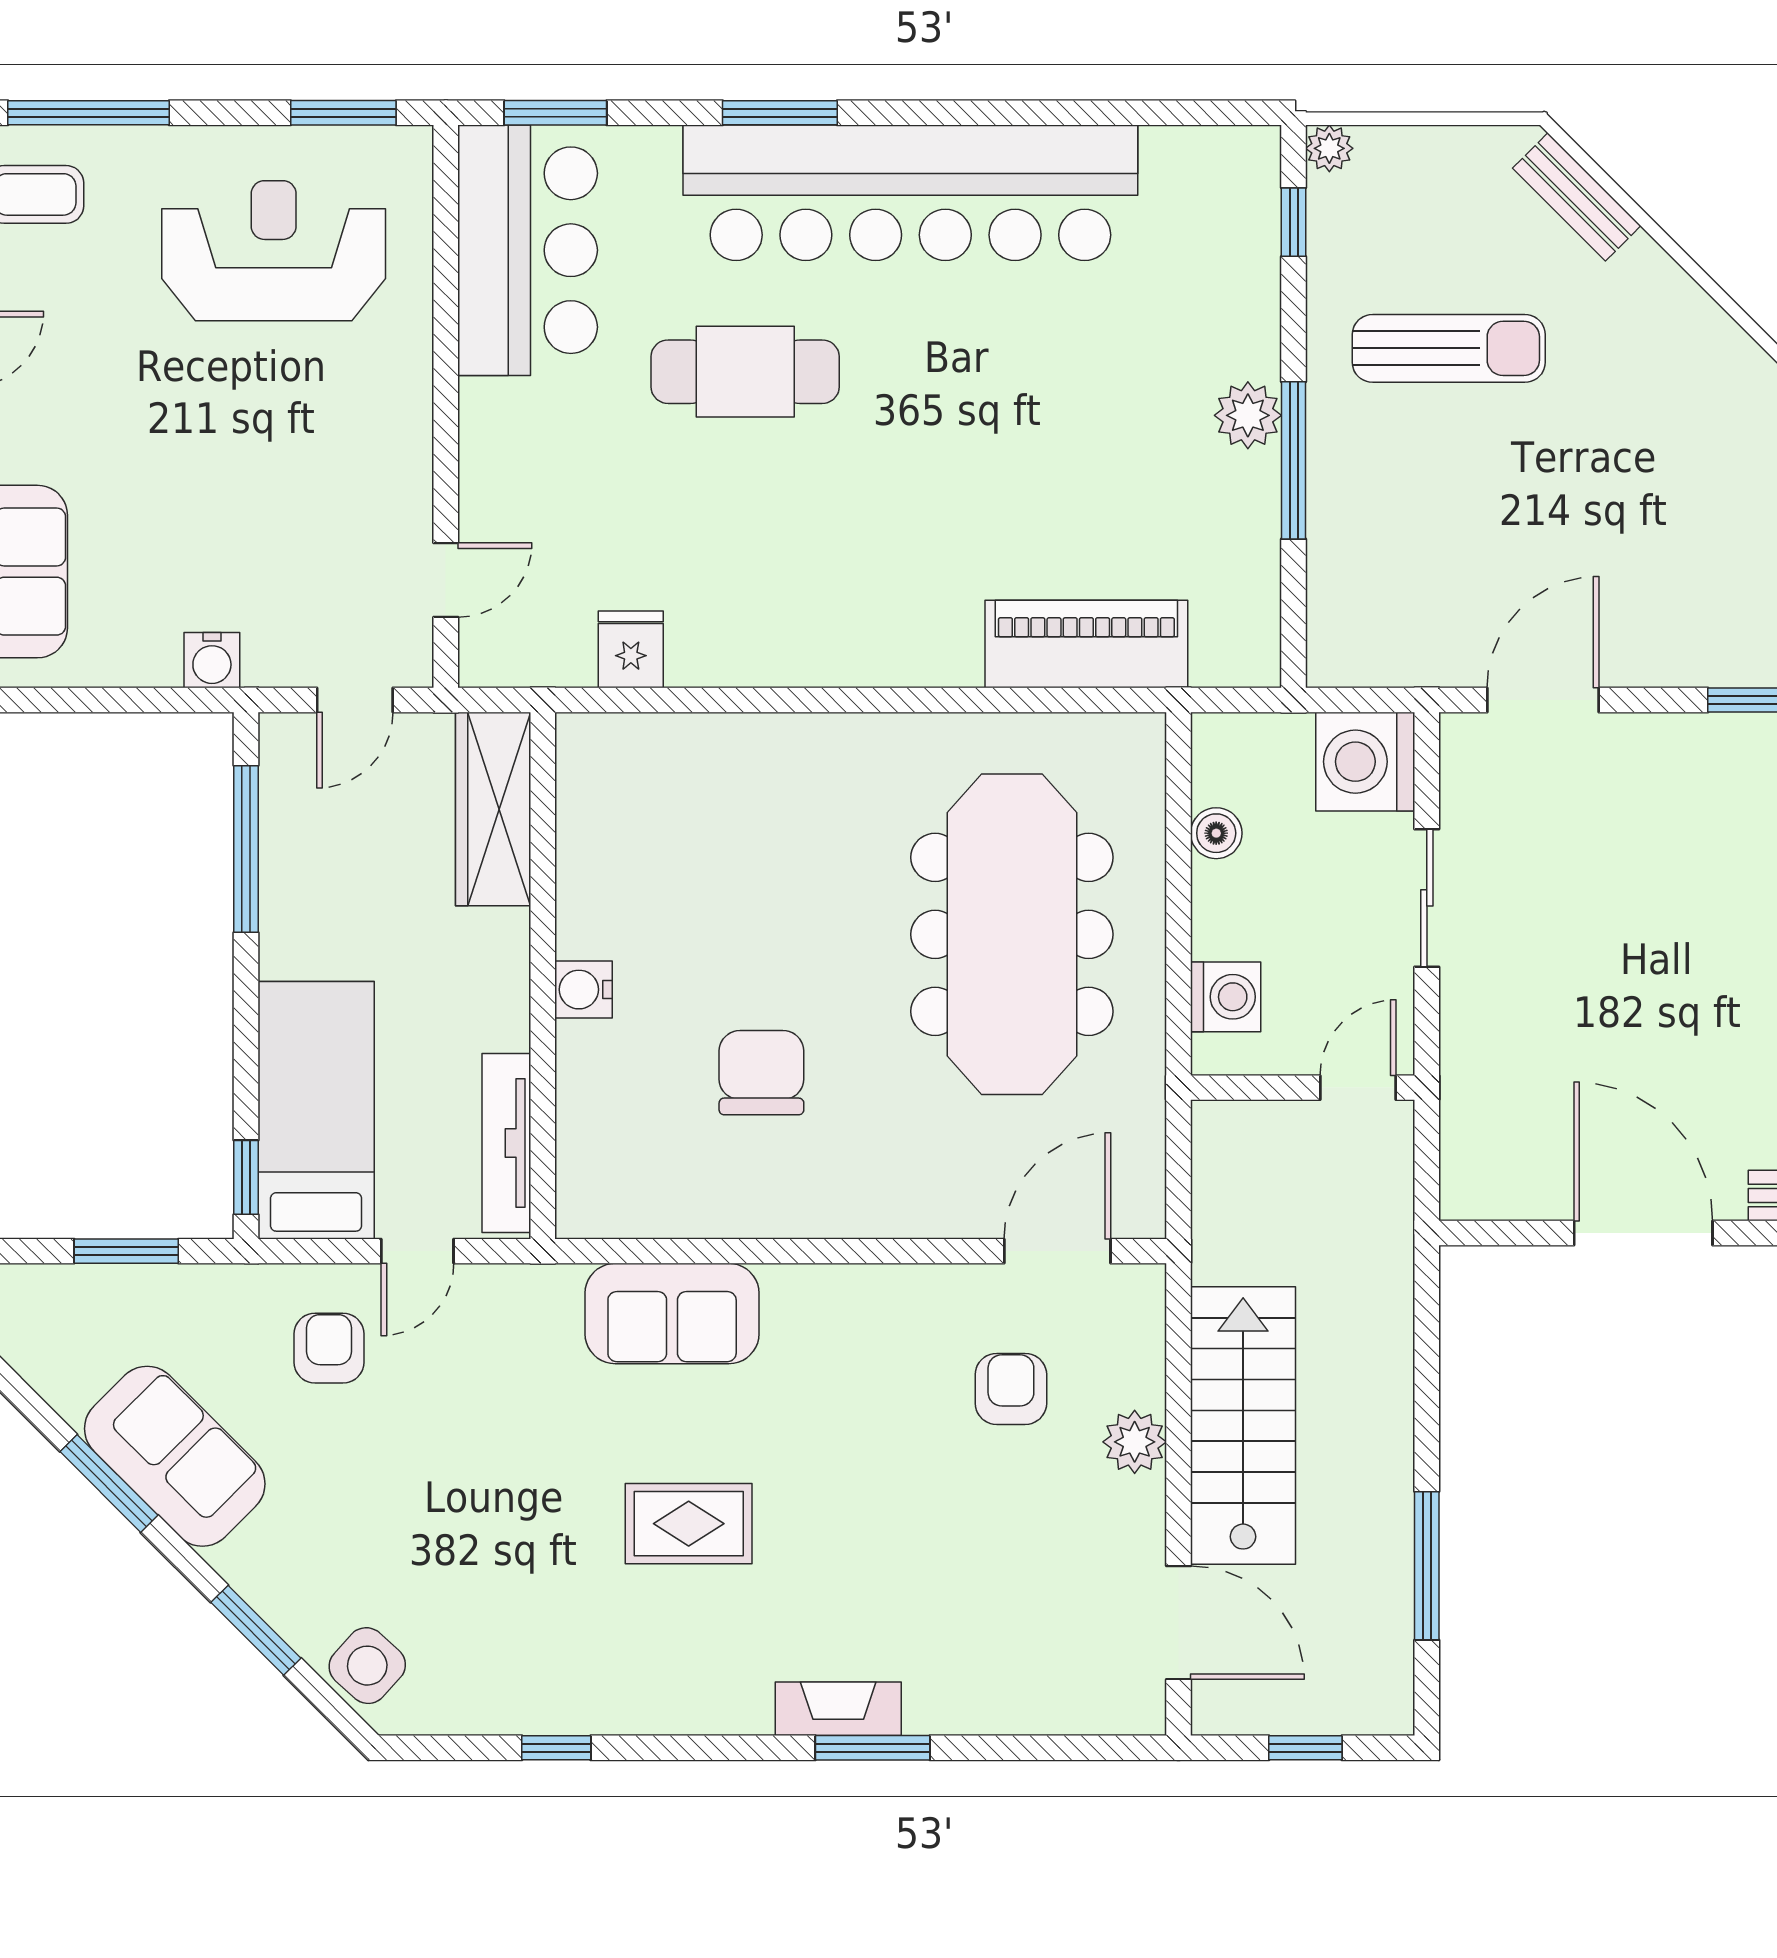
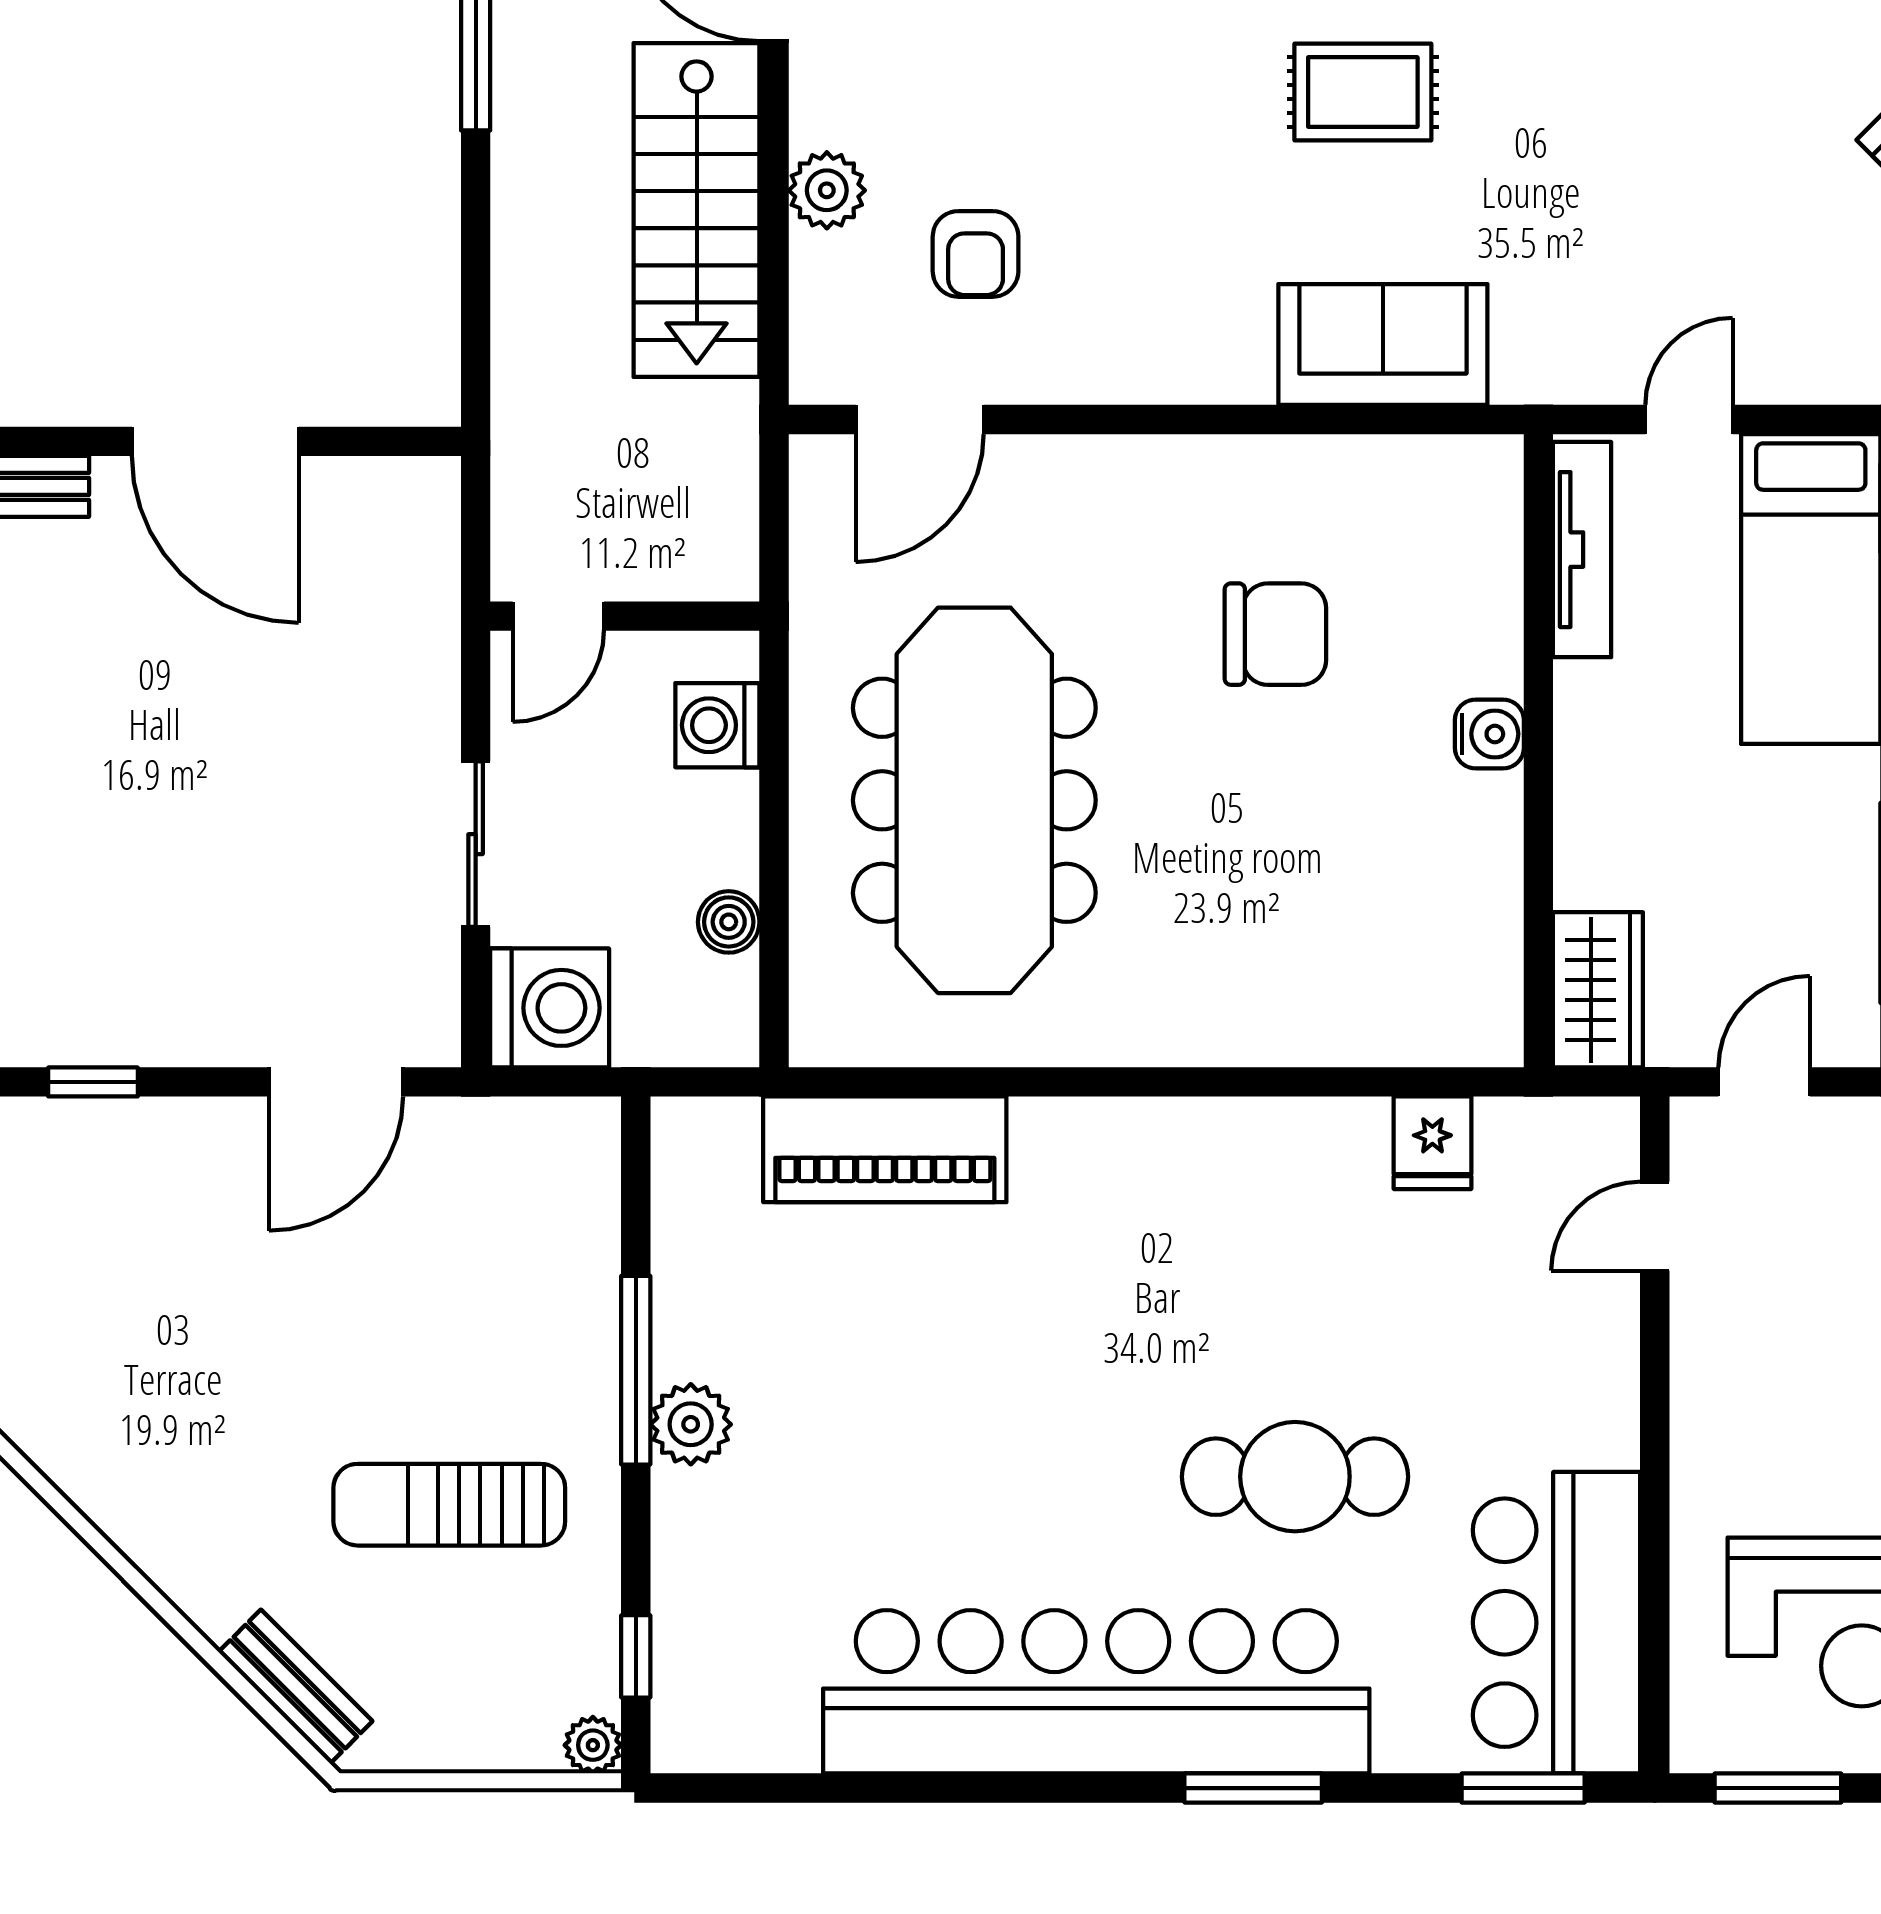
wardrobe: (493, 809) -> (1598, 990), width x0.67
chair: (761, 1073) -> (1275, 634), turned -90
armchair: (329, 1348) -> (1795, 303), removed

